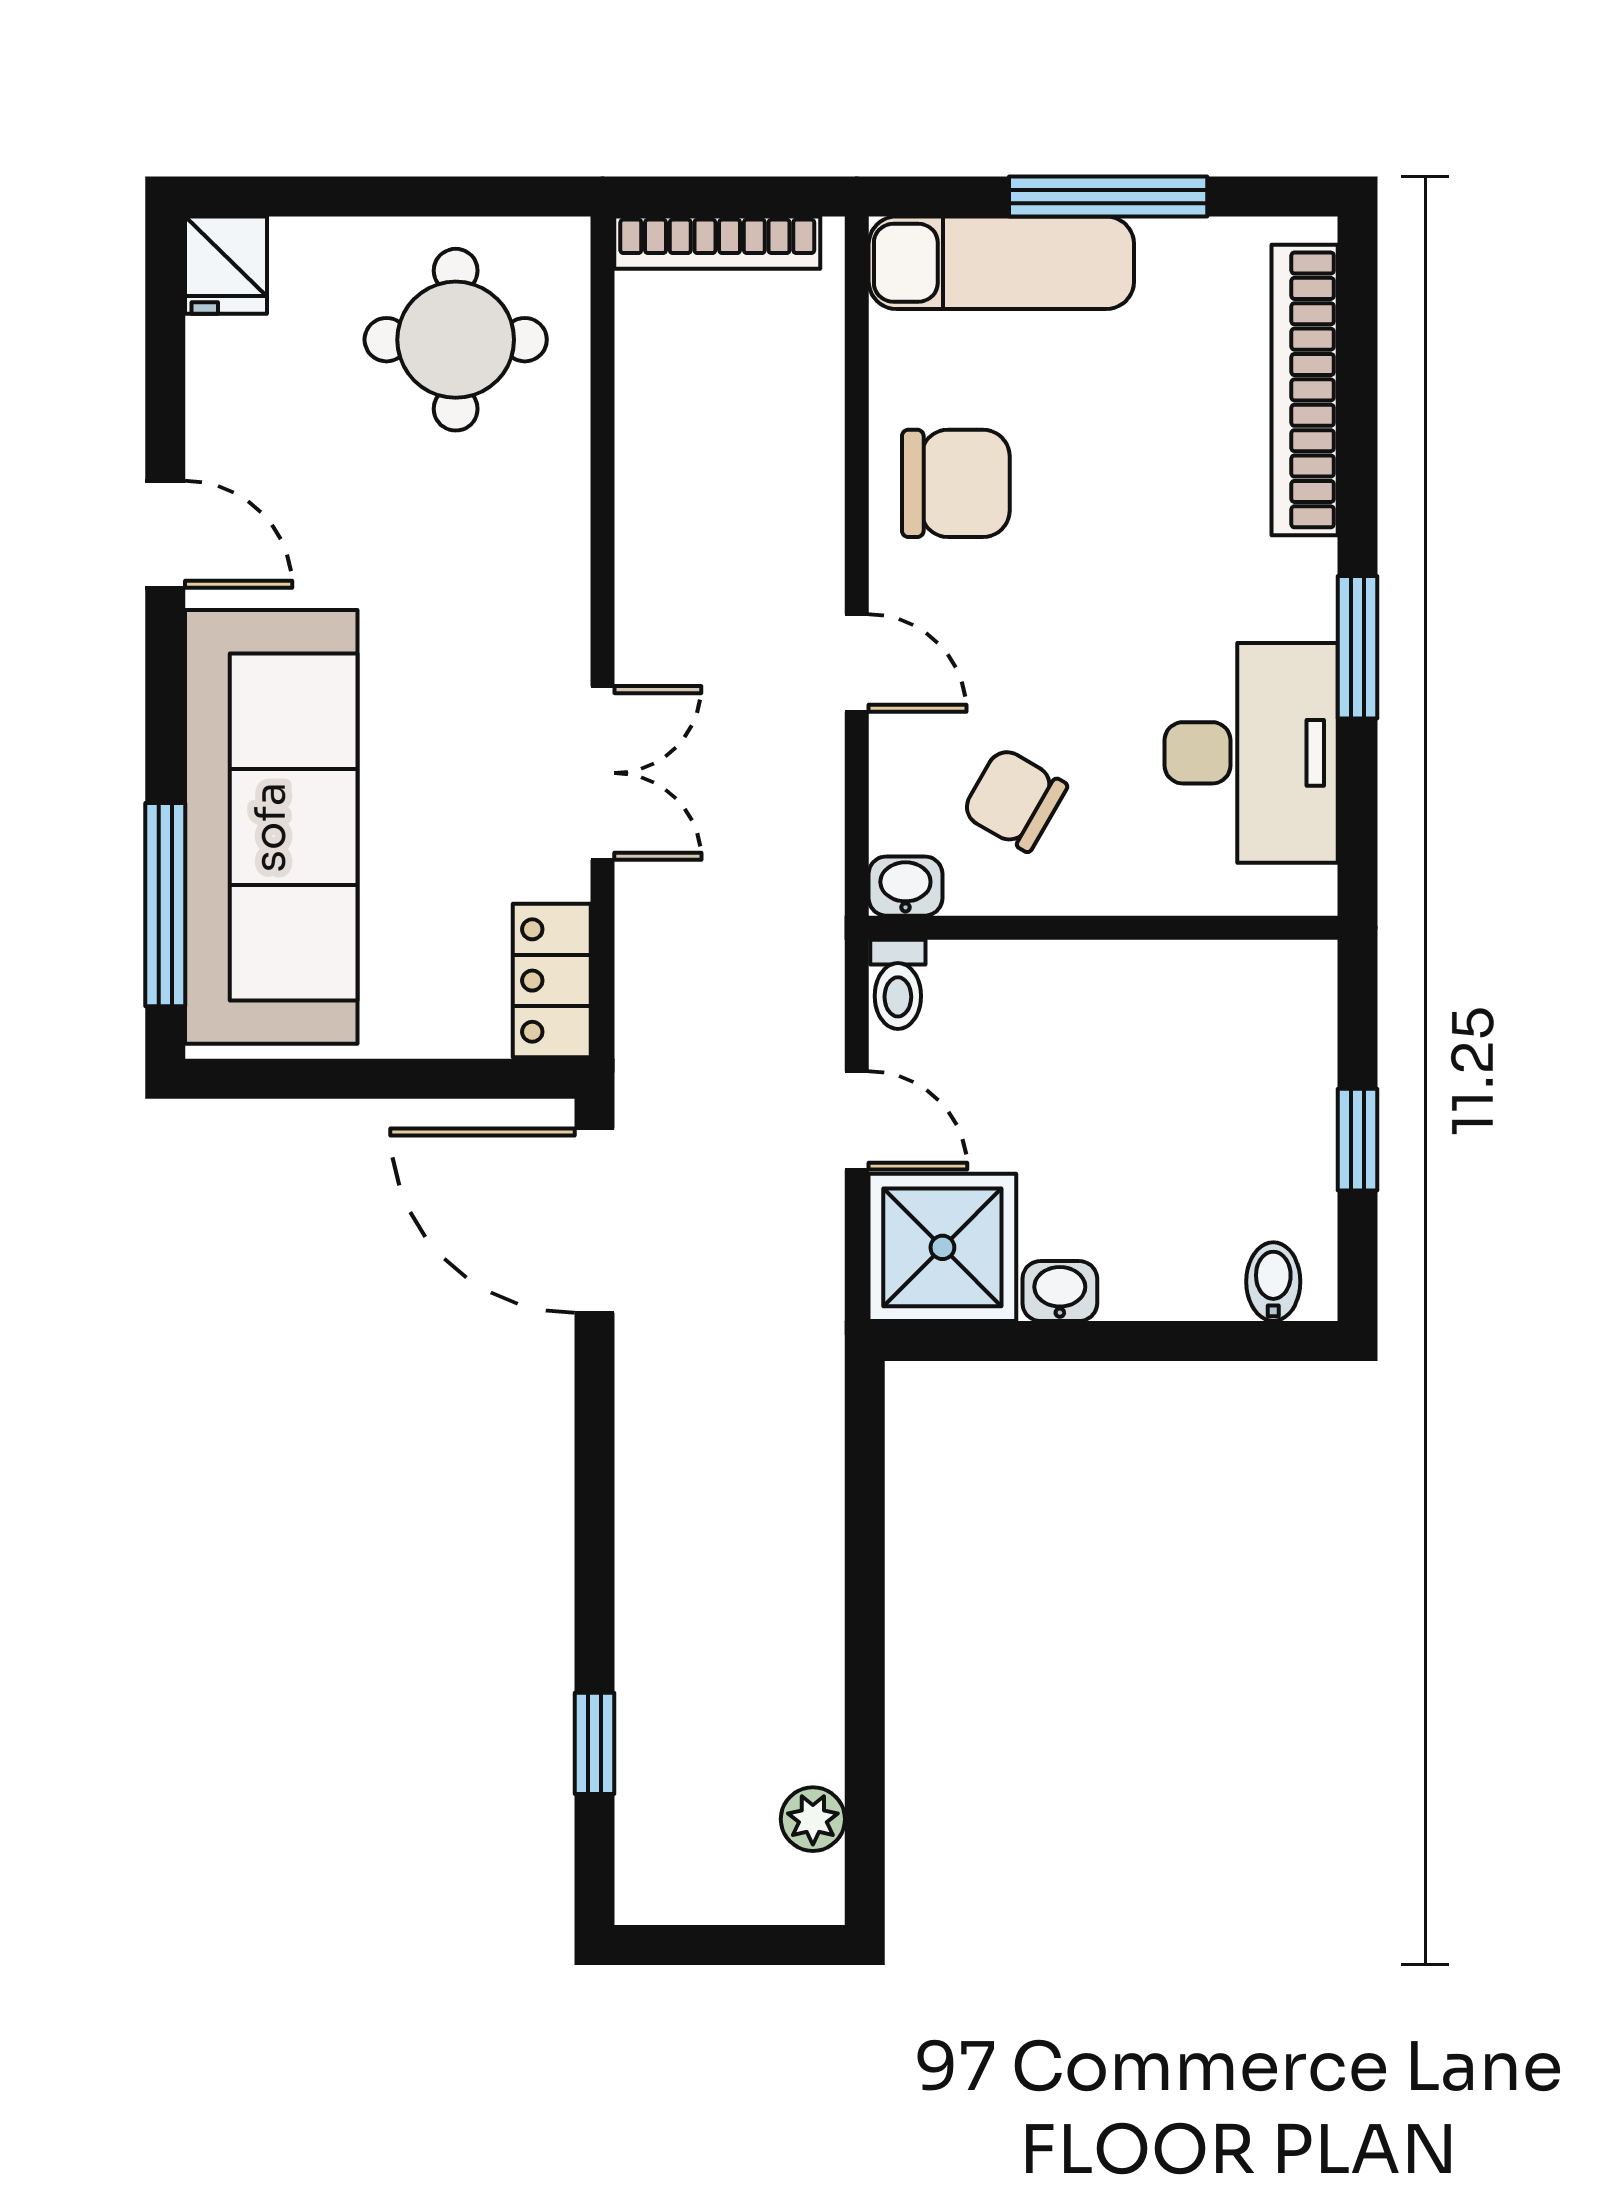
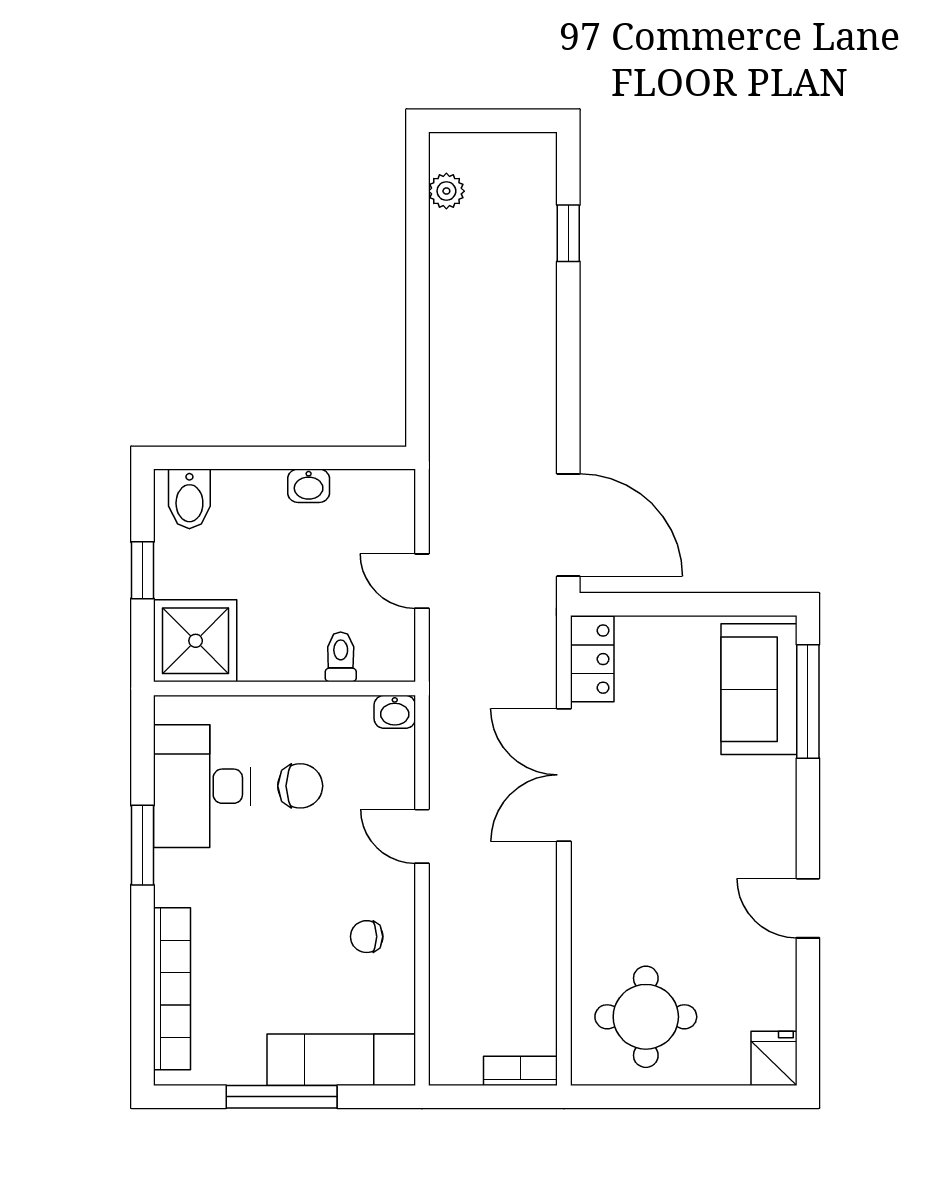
bookcase: (717, 243) -> (520, 1071), width x0.64
chair: (956, 483) -> (367, 937), width x0.54, depth x0.54
double door: (602, 773) -> (564, 775), width x1.37
chair: (1014, 799) -> (300, 786), moved, turned -30
sofa: (271, 827) -> (759, 689), width x0.54, depth x0.79
toilet: (898, 984) -> (341, 657), moved
shower: (942, 1247) -> (196, 641), moved
bidet: (1273, 1282) -> (189, 499), width x1.38, depth x1.36

